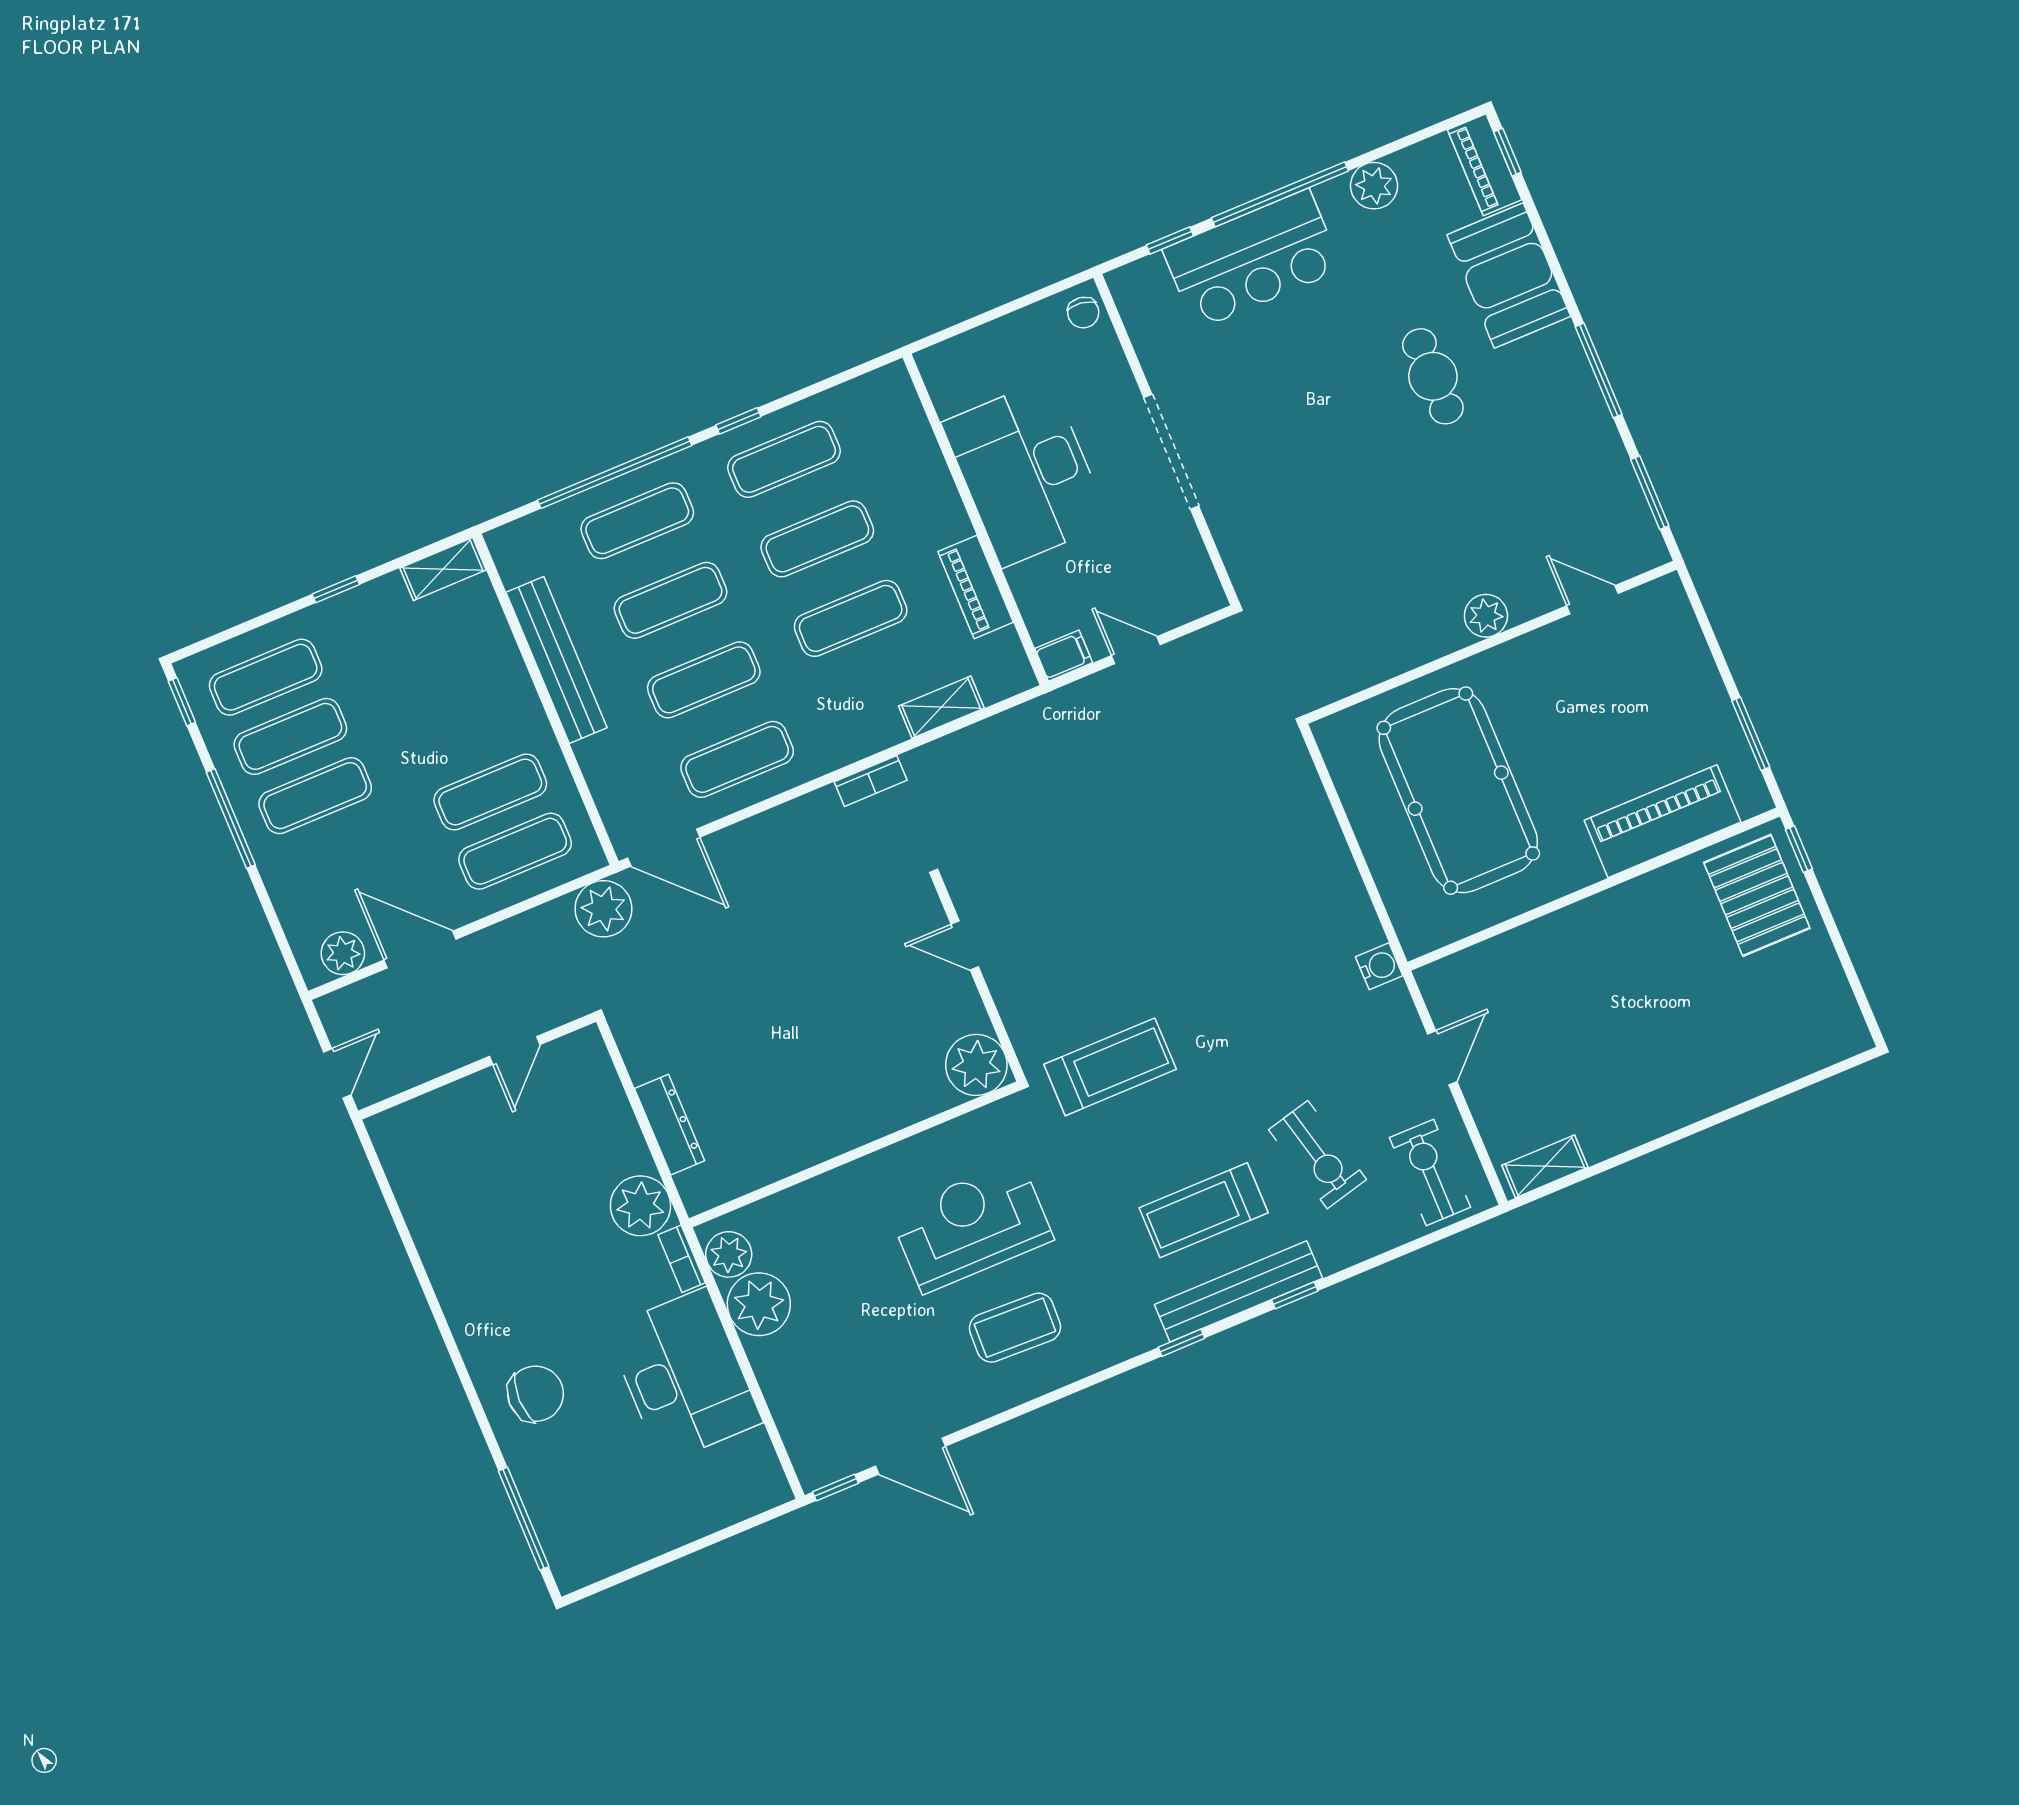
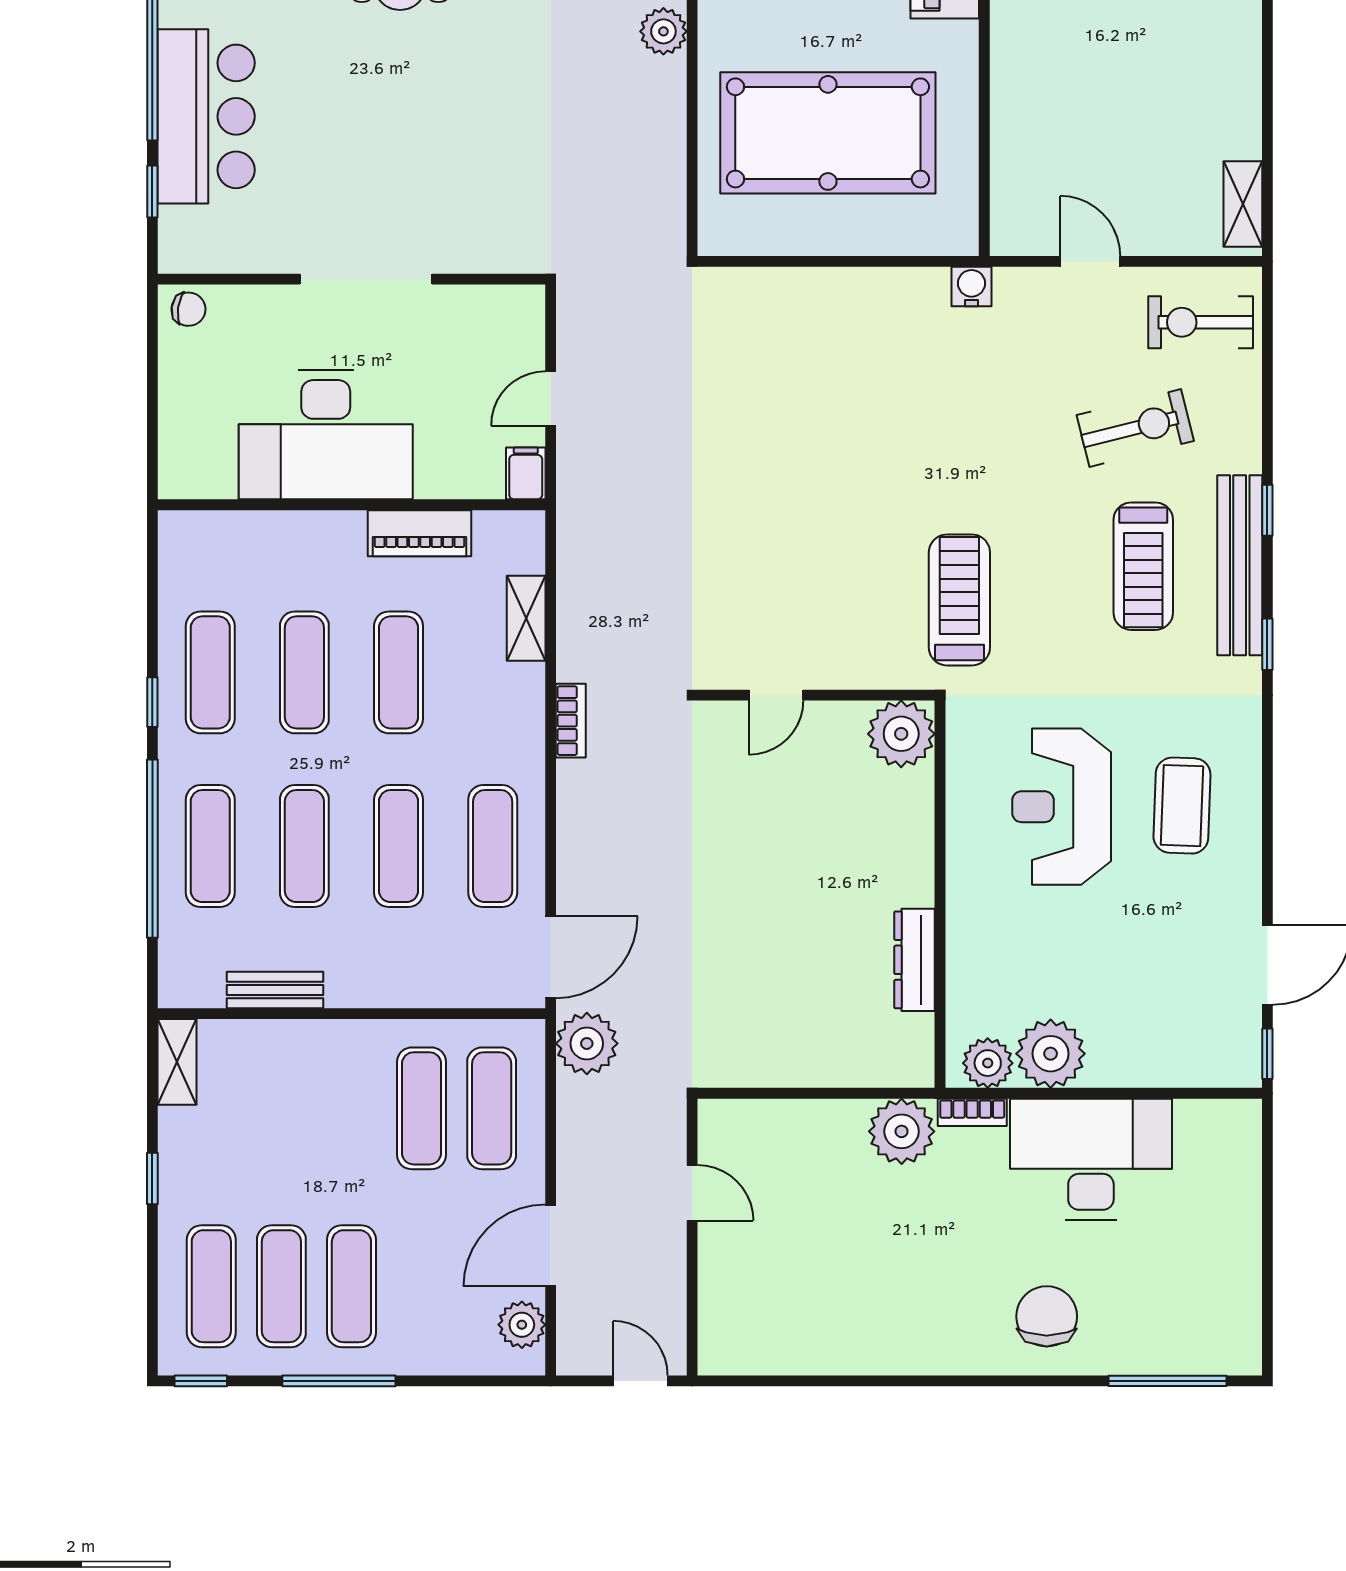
bench: (557, 660) -> (275, 990), width x0.54, depth x0.82
dresser: (670, 1125) -> (915, 960), moved, turned -90

